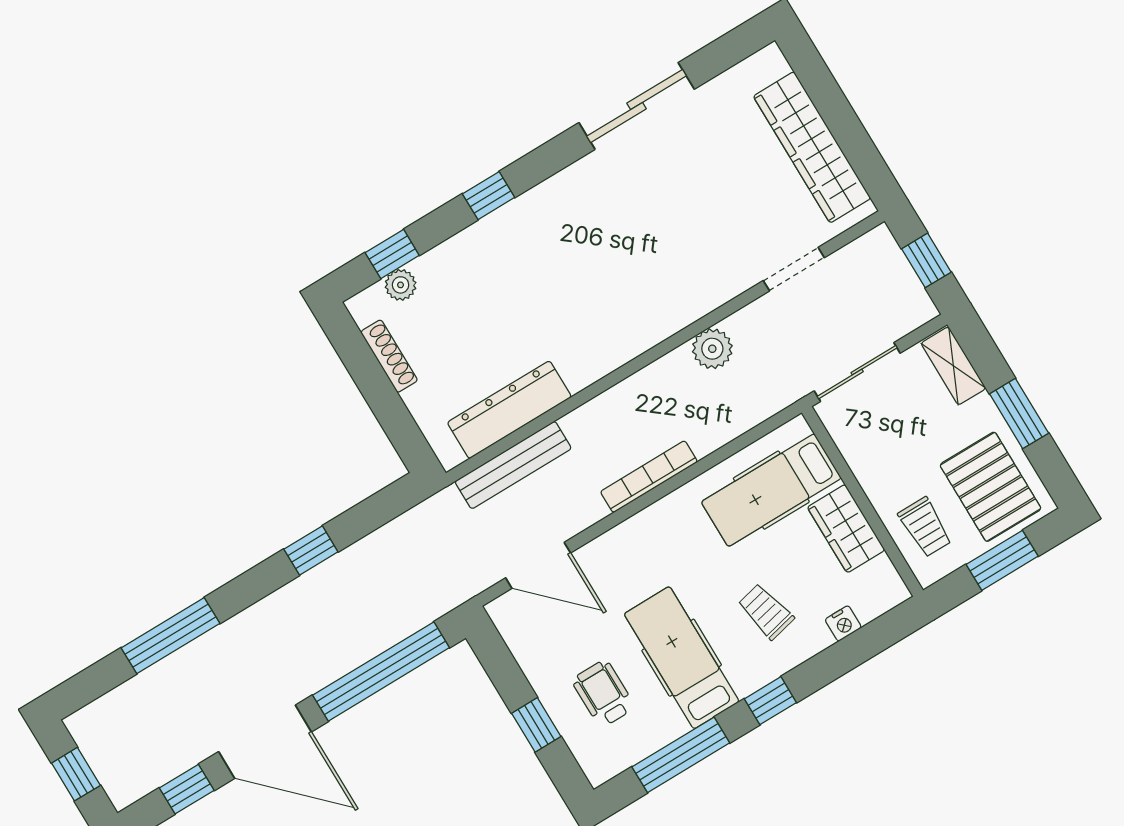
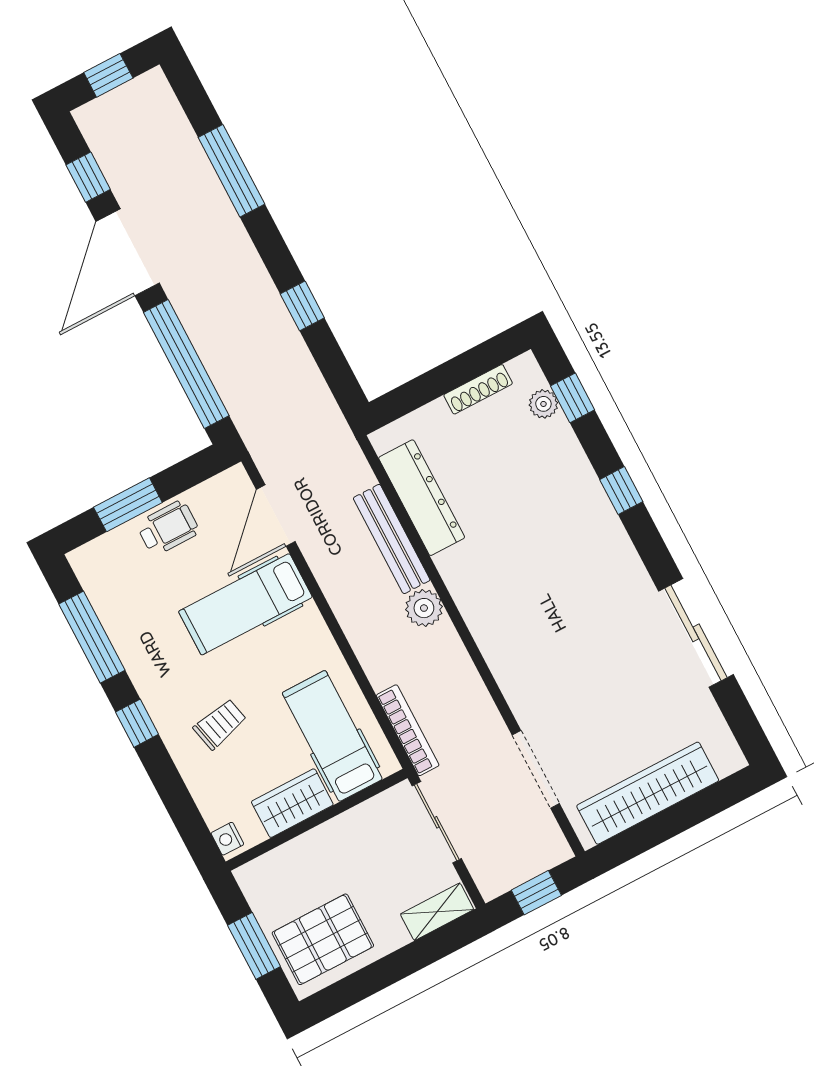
doorway: (794, 269) -> (536, 769), width x1.38
plant: (712, 349) -> (424, 608), moved
window: (1019, 414) -> (389, 970), removed
bench: (513, 465) -> (392, 539), moved
bookcase: (649, 477) -> (408, 730), moved
trolley: (925, 527) -> (289, 876), removed
nightstand: (843, 623) -> (227, 839), moved
hospital bed: (682, 658) -> (245, 604), moved, turned 180
wheelchair: (603, 694) -> (168, 528), moved
window: (536, 725) -> (128, 505), width x1.50

